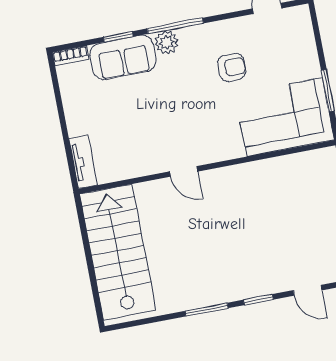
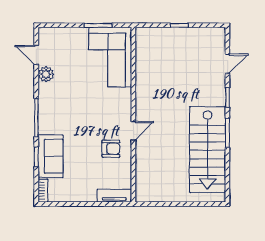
plant: (166, 42) -> (46, 74), moved
armchair: (232, 67) -> (111, 149), moved, turned 90
stairs: (118, 252) -> (208, 150), moved, turned -90

